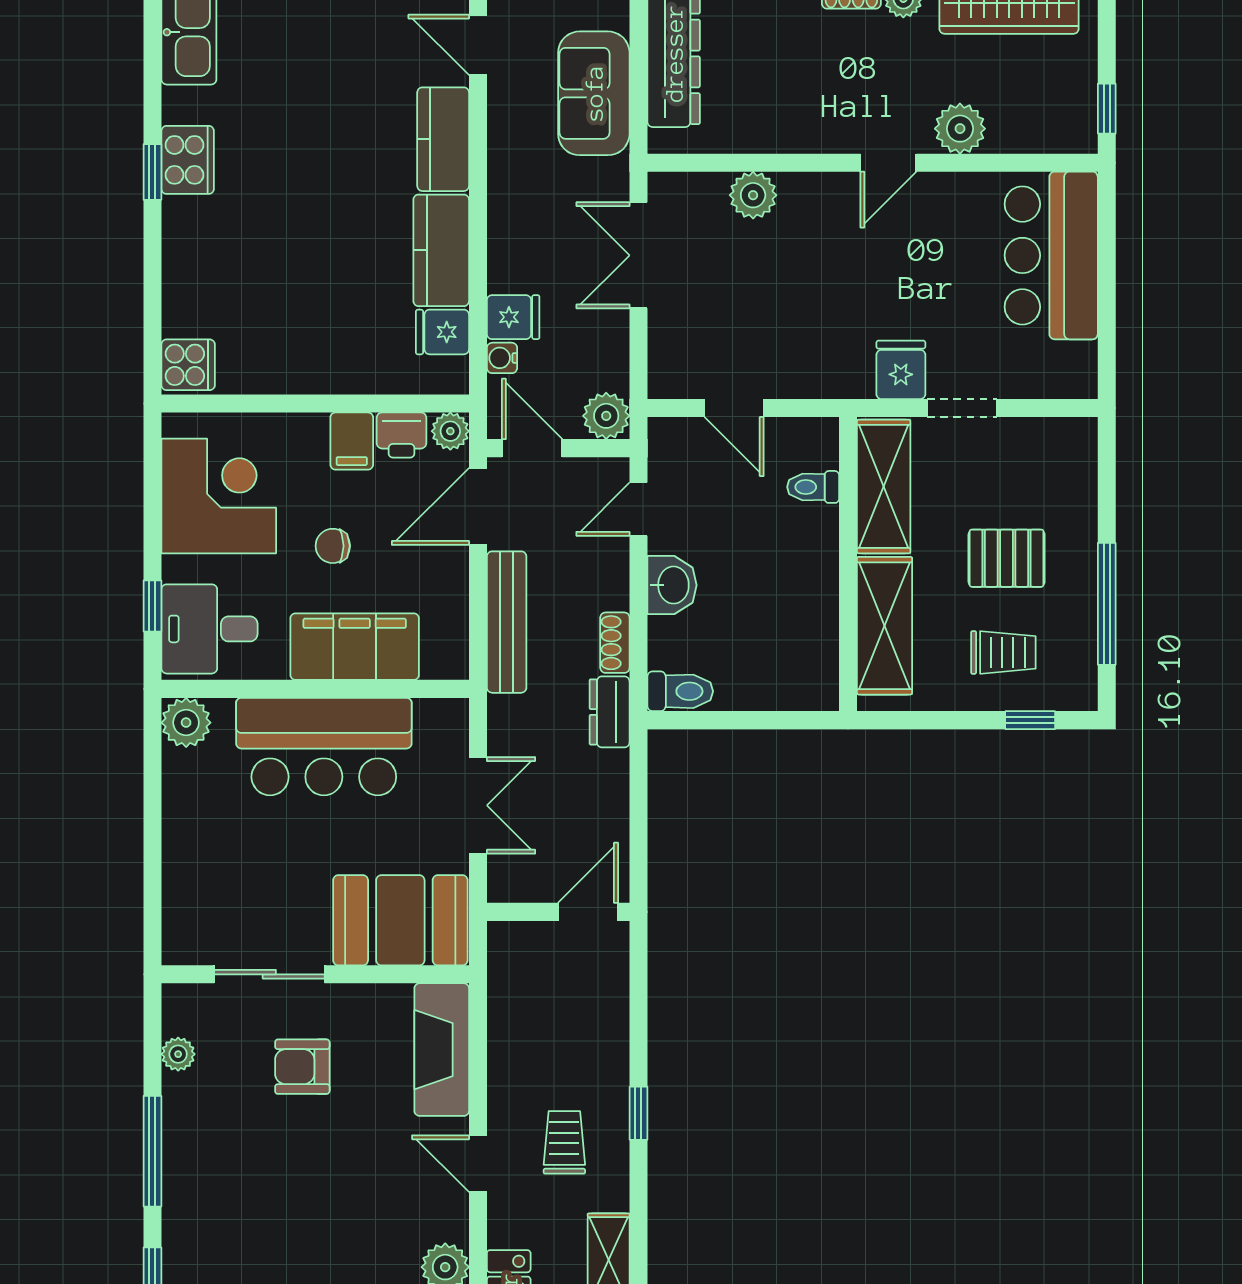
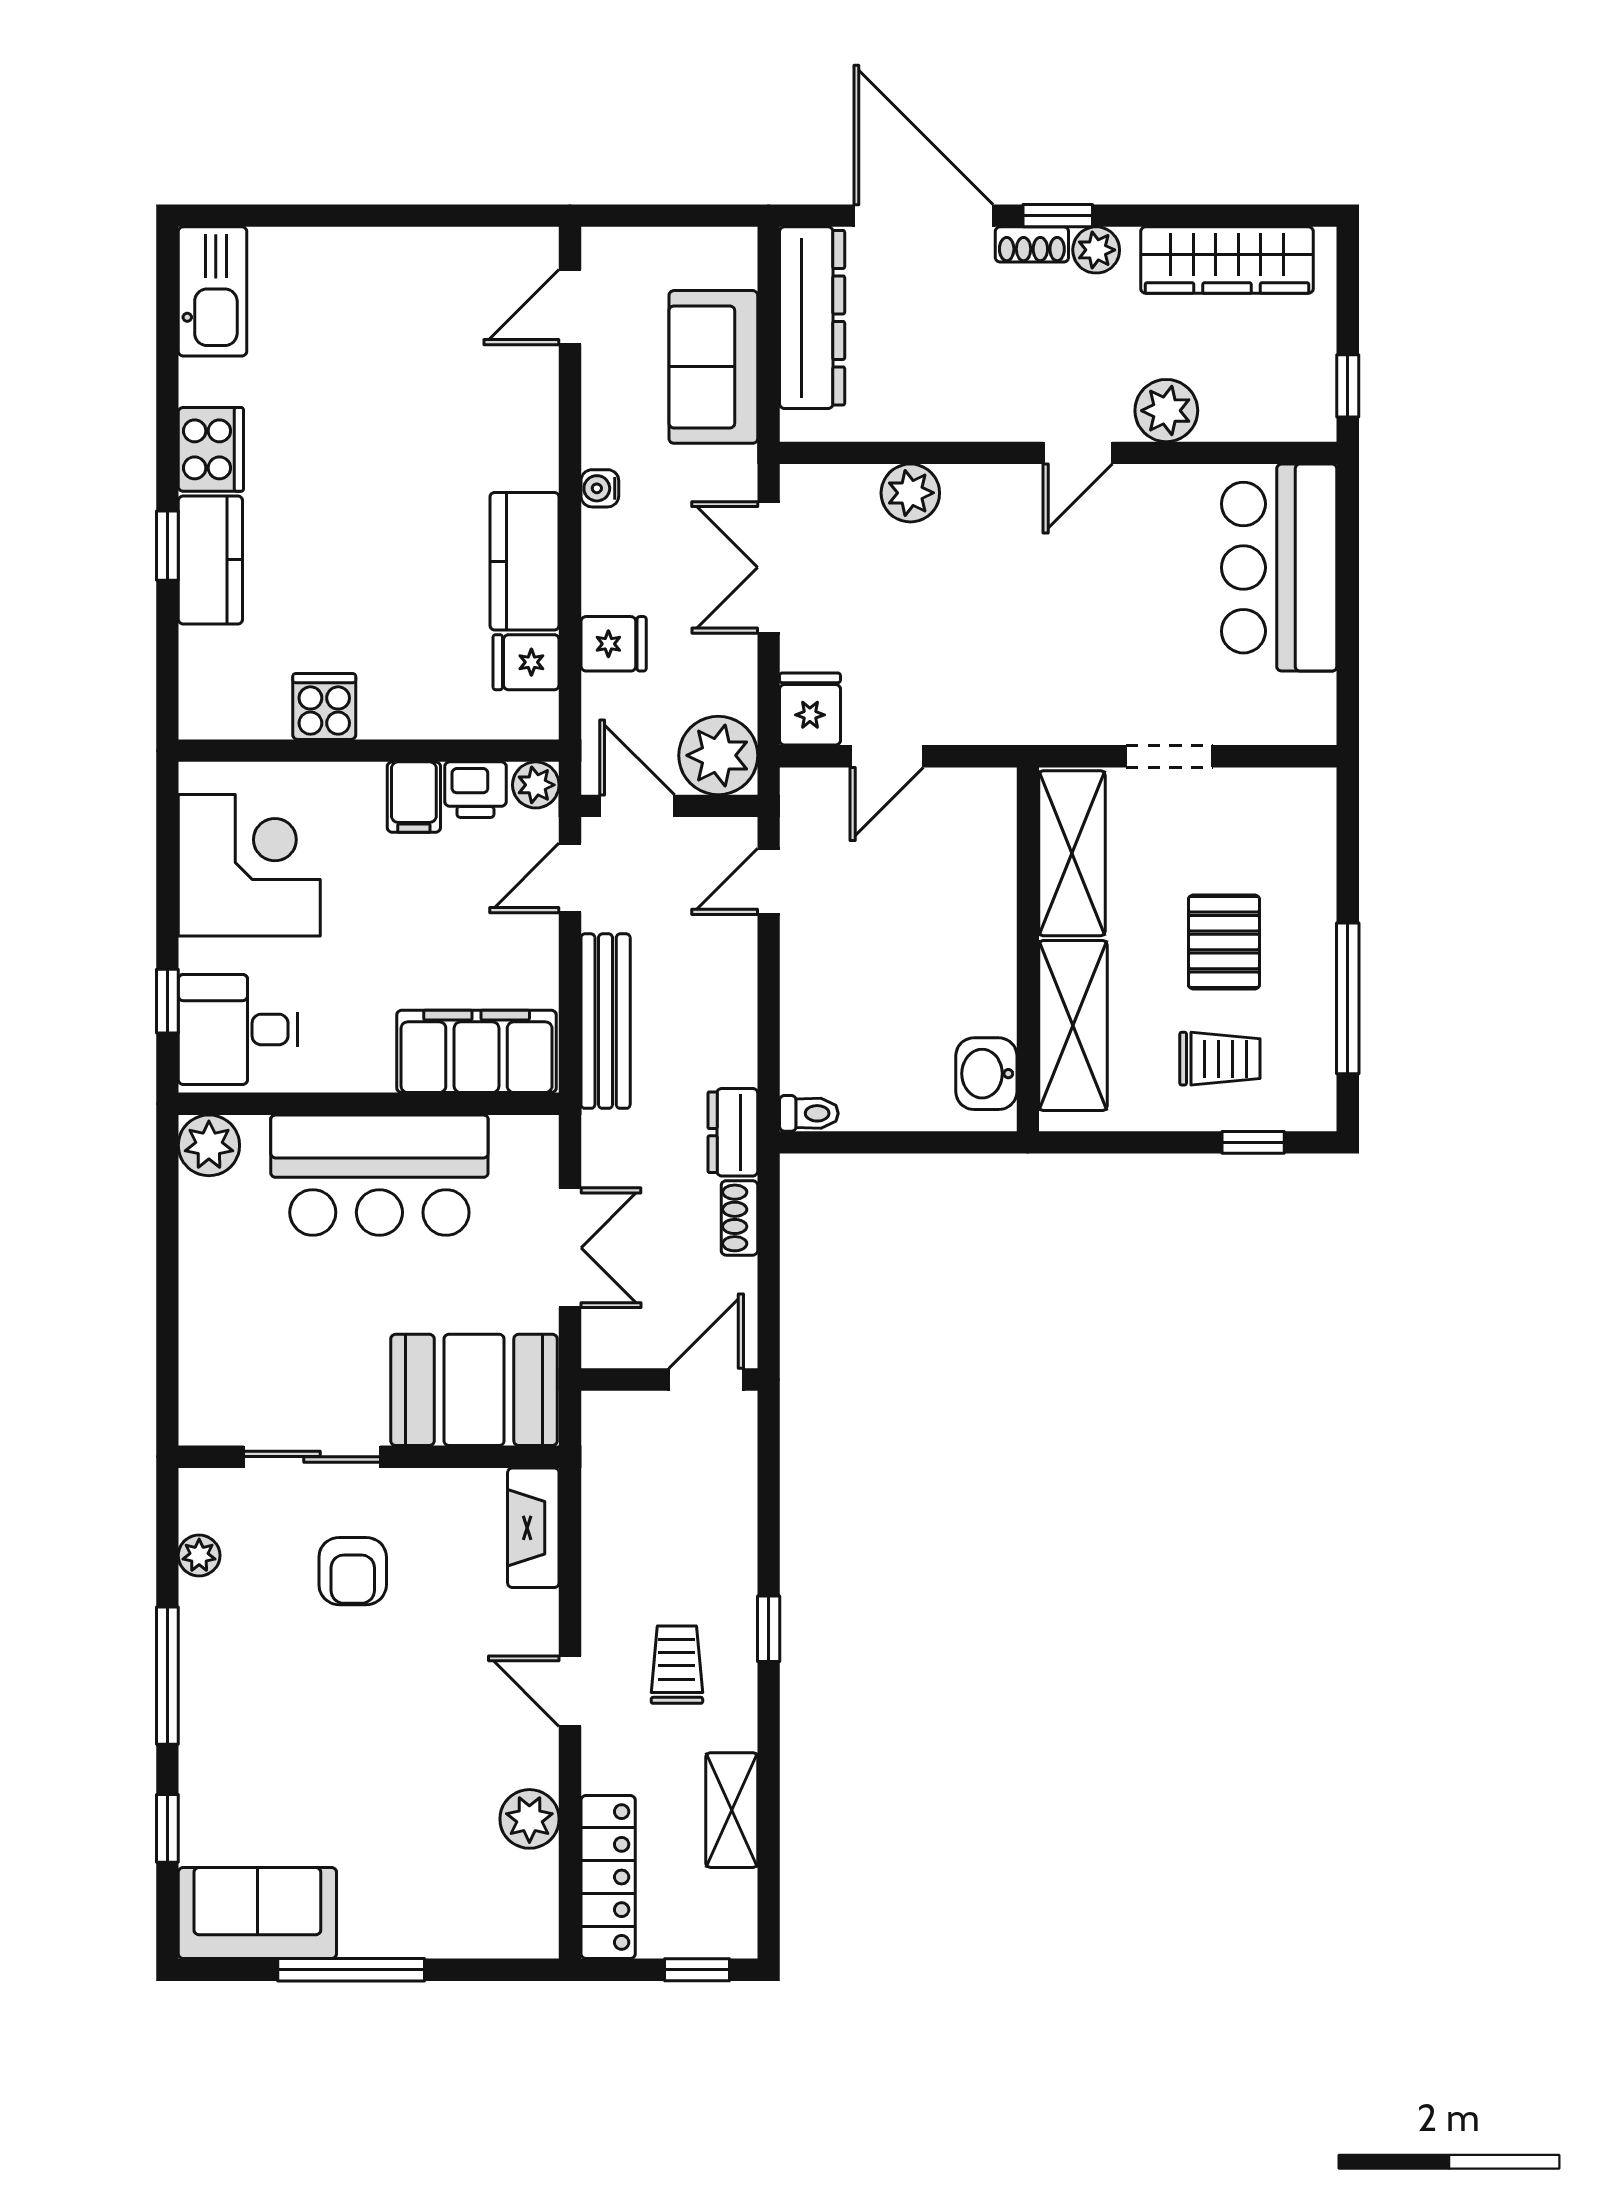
door: (478, 45) -> (570, 307), hinge flipped
kitchen counter: (443, 139) -> (210, 560), moved, turned 180
window: (152, 172) -> (167, 546), moved
water cooler: (502, 358) -> (600, 488), moved
cooker: (188, 365) -> (324, 707), moved, turned -90
fridge: (901, 370) -> (810, 709), moved
door: (734, 408) -> (887, 756), hinge flipped
plant: (606, 416) -> (718, 755), width x1.36, depth x1.36
toilet: (813, 487) -> (985, 854), removed
door: (478, 506) -> (570, 878), width x0.73
chair: (333, 546) -> (390, 927), removed
pallet: (1007, 558) -> (1224, 942), turned 90
washbasin: (672, 585) -> (986, 1074), moved, turned 180
shoe rack: (615, 643) -> (739, 1218), moved
filing cabinet: (355, 647) -> (477, 1051), moved
toilet: (680, 691) -> (809, 1113), width x0.73, depth x0.72
fireplace: (442, 1050) -> (533, 1528), width x0.73, depth x0.76
armchair: (302, 1067) -> (353, 1571), turned -90

